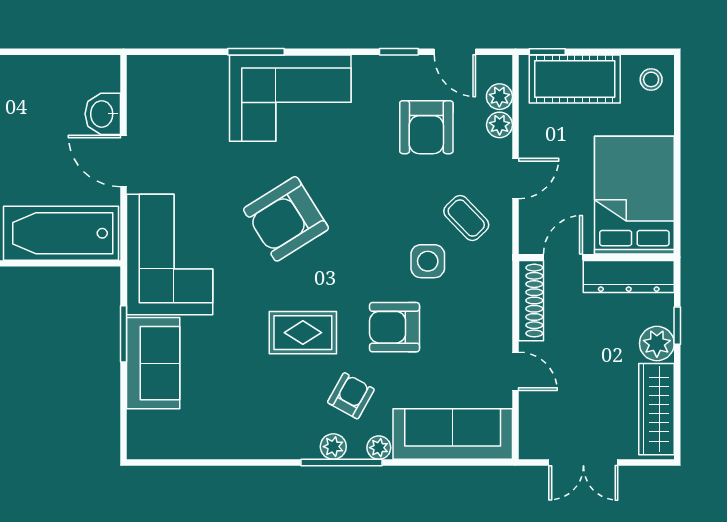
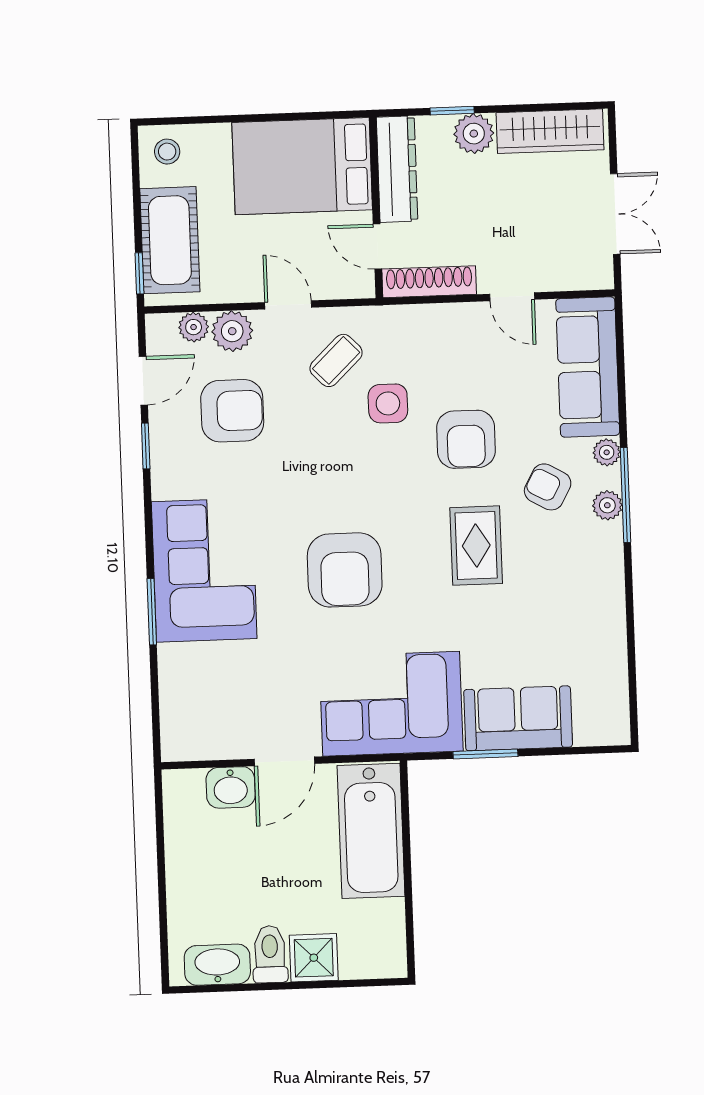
plant: (500, 125) -> (232, 331), width x1.38, depth x1.38
armchair: (286, 219) -> (345, 570), turned 32
door: (515, 371) -> (512, 297), swing flipped

